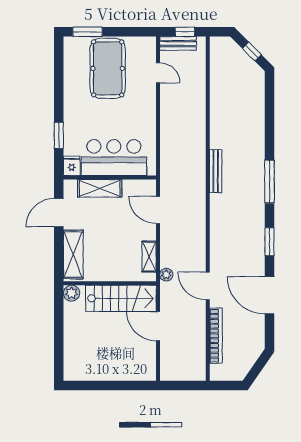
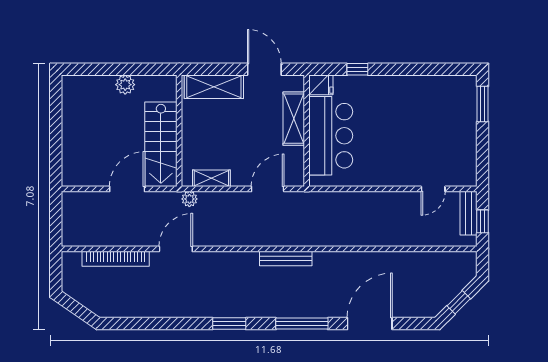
pool table: (108, 68) -> (438, 128), removed
window: (59, 135) -> (357, 69), width x0.67
bench: (216, 171) -> (286, 258), moved
plant: (72, 293) -> (125, 85), moved
door: (269, 295) -> (370, 324), moved

